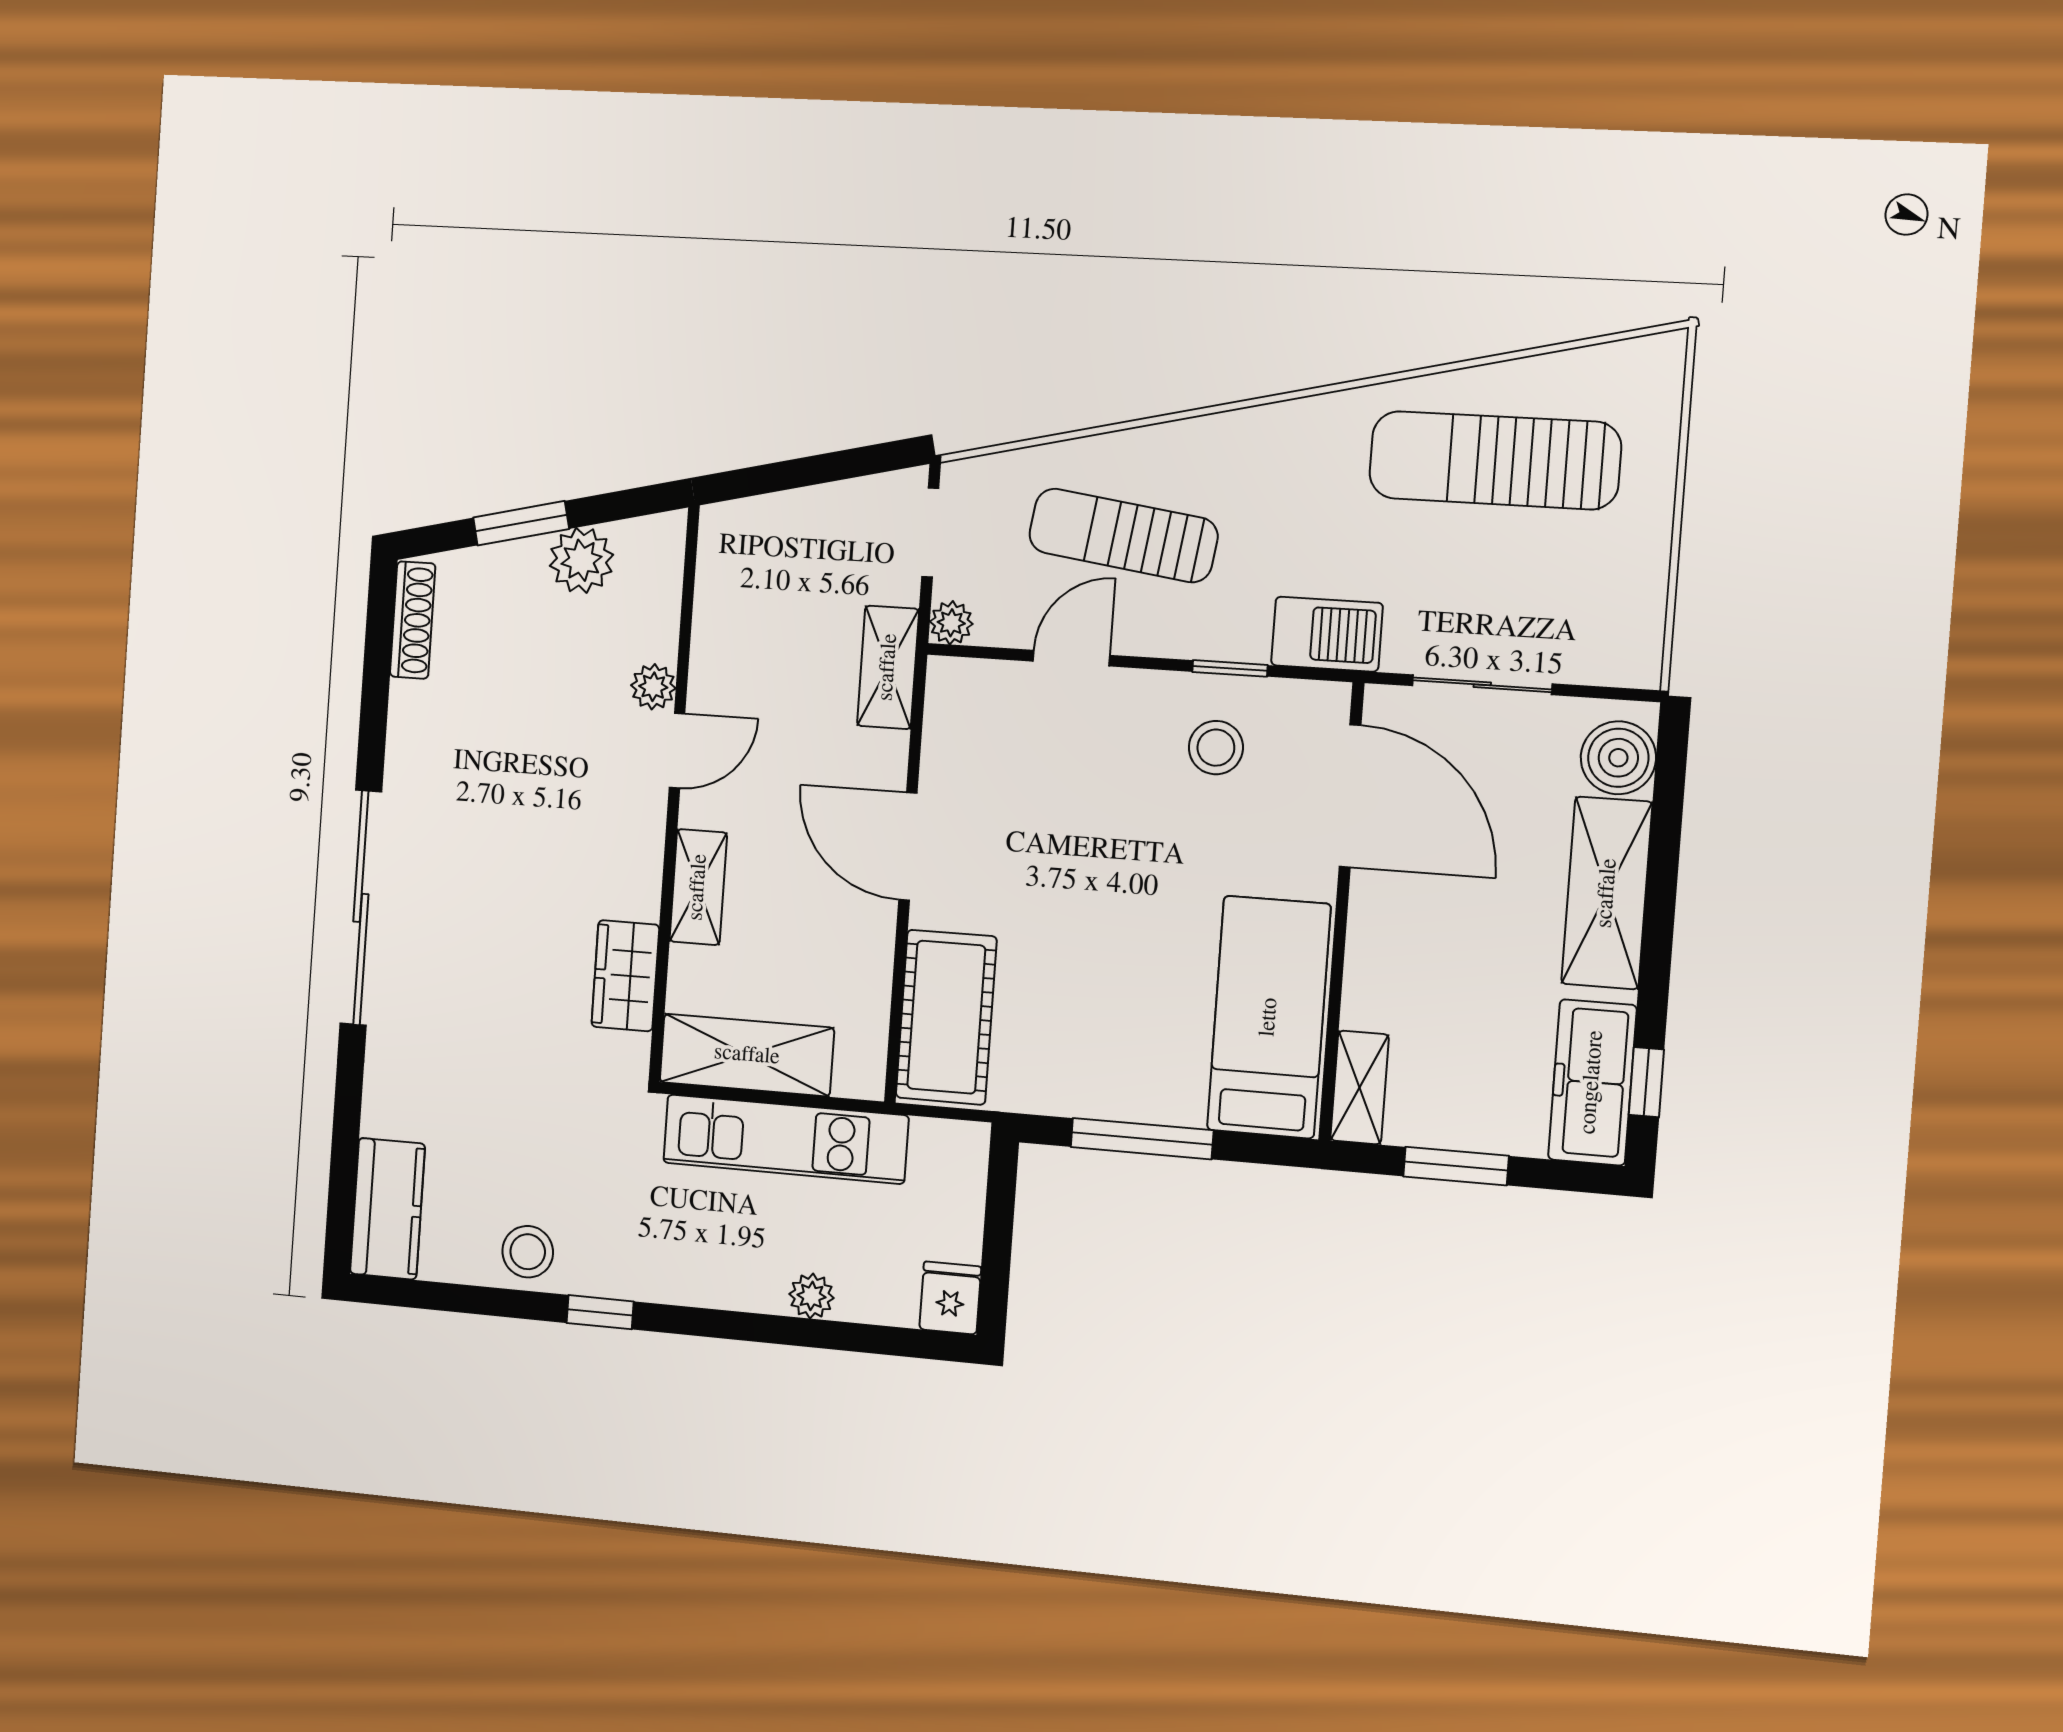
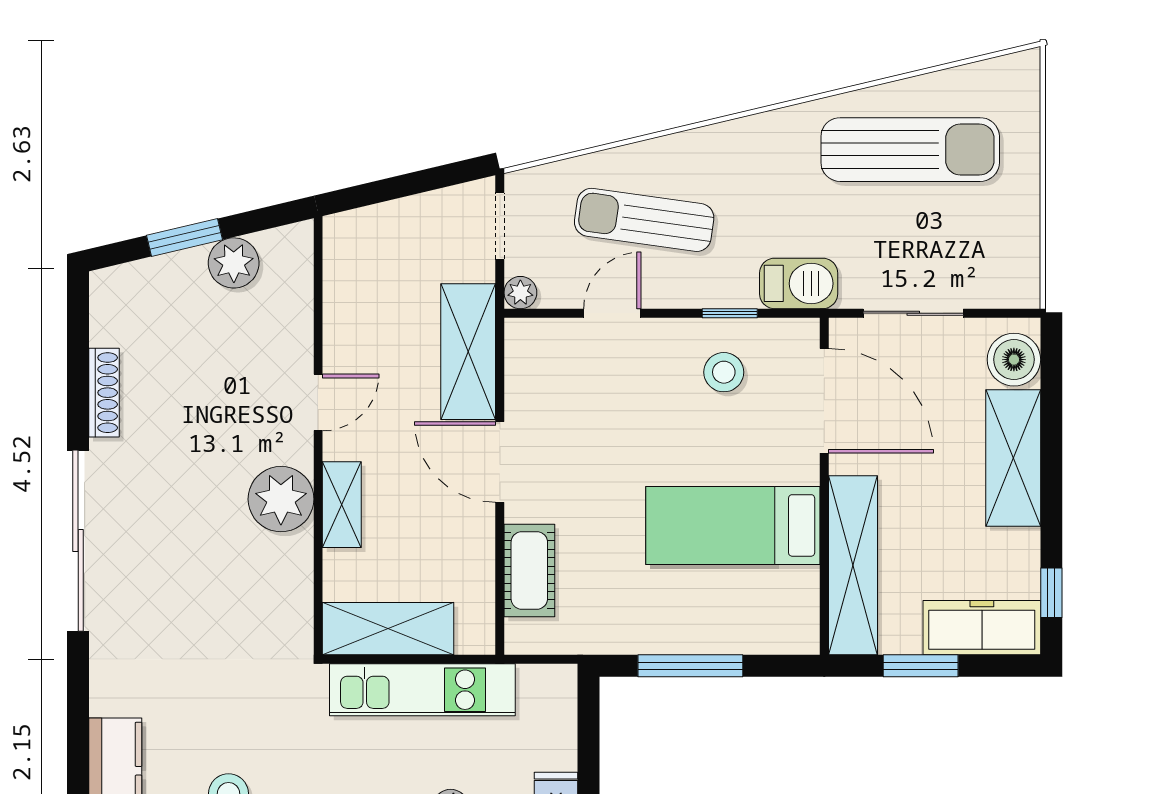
sun lounger: (1495, 460) -> (910, 150), turned 180
shoe rack: (413, 620) -> (104, 393), moved
shelving: (888, 667) -> (468, 352), width x1.50, depth x1.33
plant: (653, 687) -> (281, 499), moved, width x1.88, depth x1.88
wardrobe: (625, 976) -> (290, 576), removed
cot: (946, 1017) -> (529, 570), width x0.73, depth x0.75
bed: (1269, 1017) -> (733, 525), moved, turned -90
freezer: (1592, 1082) -> (982, 628), moved, turned 90
shelving: (1360, 1088) -> (853, 565), width x2.20, depth x1.33

